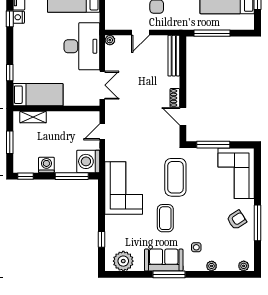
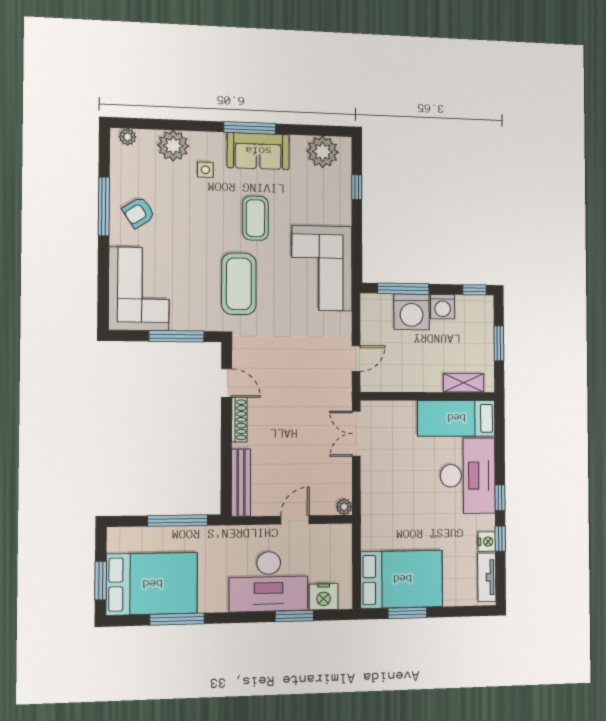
desk: (82, 46) -> (468, 476), moved, turned 180
window: (10, 73) -> (500, 498), moved
shoe rack: (175, 98) -> (239, 420), width x1.43
washing machine: (88, 161) -> (412, 312), moved, turned 90
plant: (212, 266) -> (173, 146), width x1.88, depth x1.88

